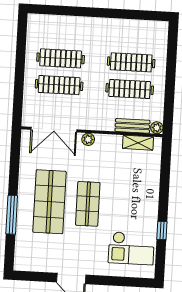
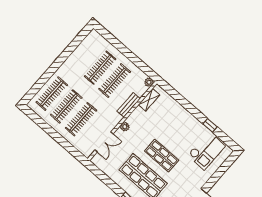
clothes rail: (62, 32) -> (52, 94), added
bench: (132, 126) -> (129, 105), moved
double door: (54, 130) -> (104, 142), width x0.73

